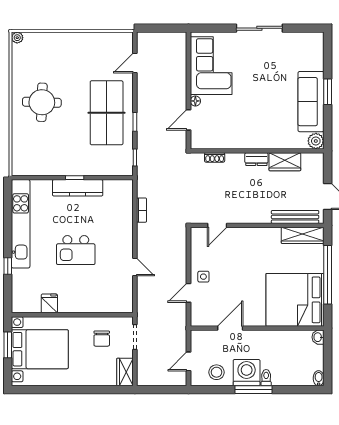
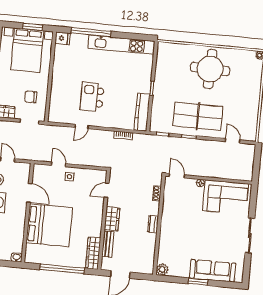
round table: (42, 102) -> (210, 69), width x1.36, depth x1.36
sofa: (311, 102) -> (213, 271), moved
door: (189, 120) -> (177, 176), moved
wardrobe: (285, 162) -> (112, 219), moved, turned 180
kitchen counter: (78, 188) -> (142, 112), moved
bench: (295, 217) -> (108, 244), width x0.73
door: (217, 225) -> (107, 190), hinge flipped
kitchen island: (76, 250) -> (92, 97), moved
window: (8, 266) -> (91, 32), width x3.17
bed: (295, 300) -> (49, 225), moved, turned 90
fridge: (49, 303) -> (63, 38), moved

